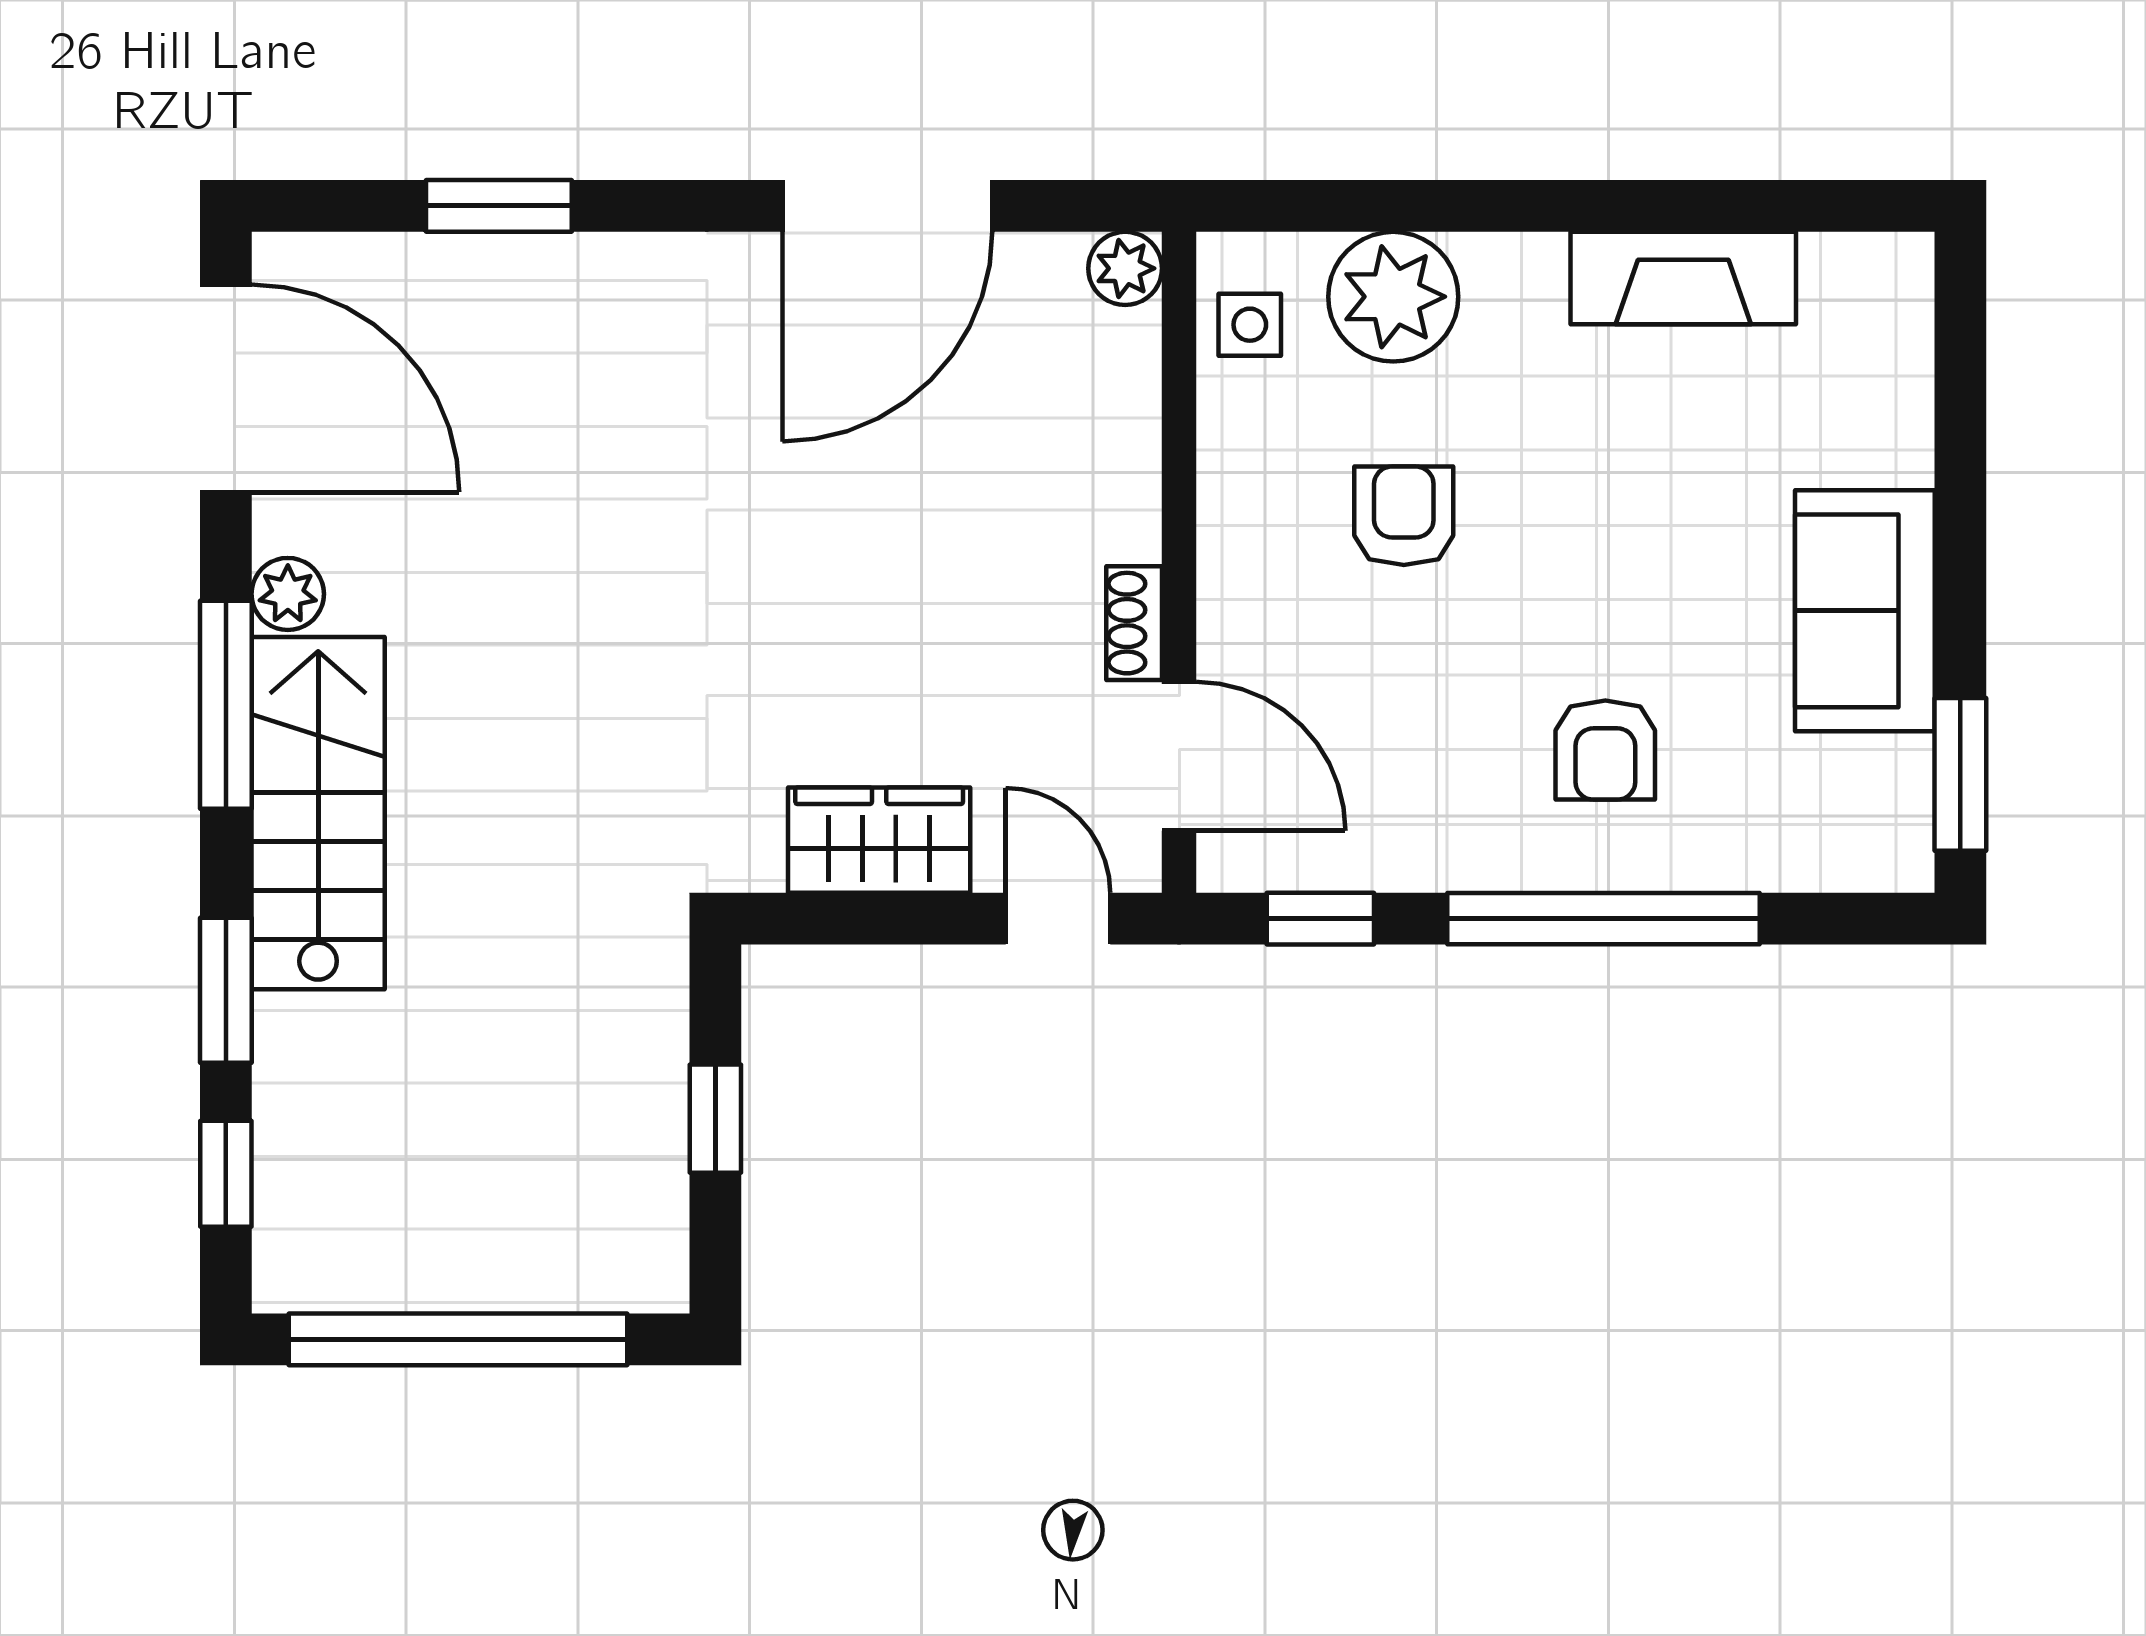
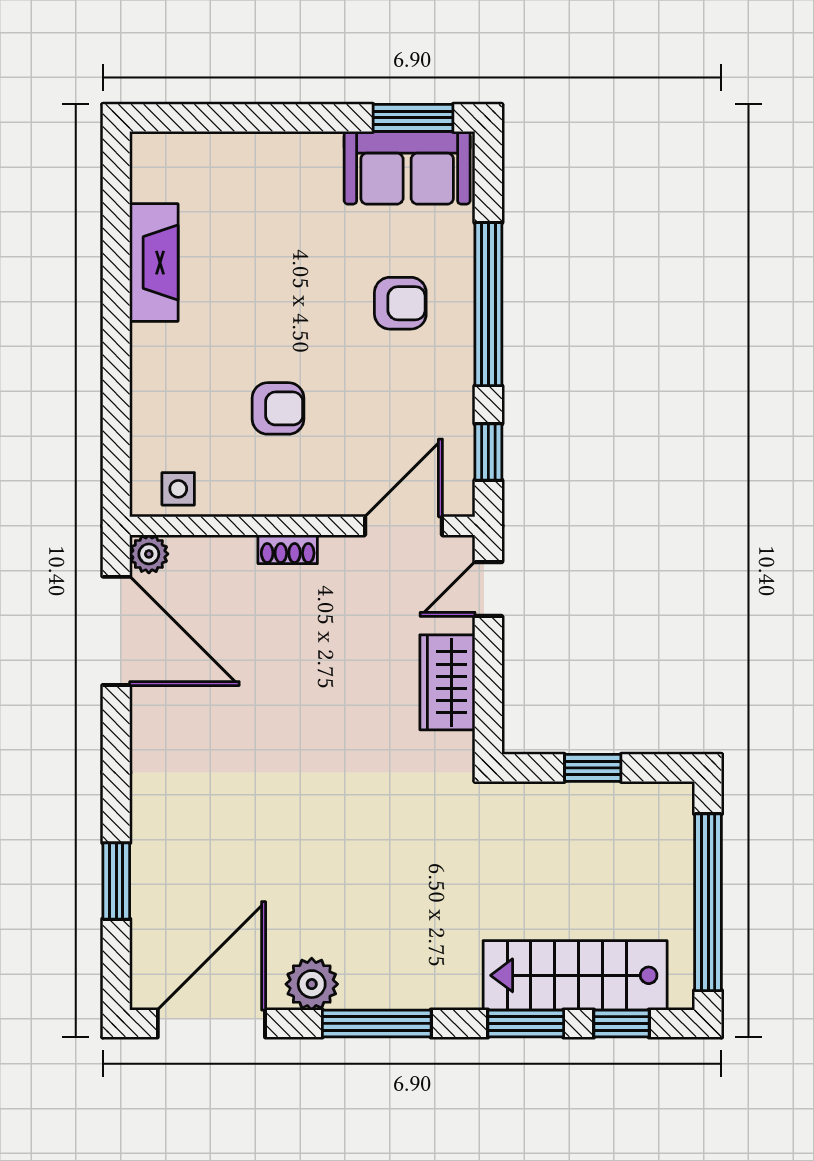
door: (887, 206) -> (116, 631), moved
plant: (1393, 297) -> (164, 414), removed
armchair: (1404, 516) -> (278, 408), turned 180
plant: (288, 594) -> (312, 984), width x1.38, depth x1.38
sofa: (1865, 611) -> (407, 168), moved
shoe rack: (1134, 623) -> (288, 549), moved
stairs: (318, 813) -> (575, 975), moved

